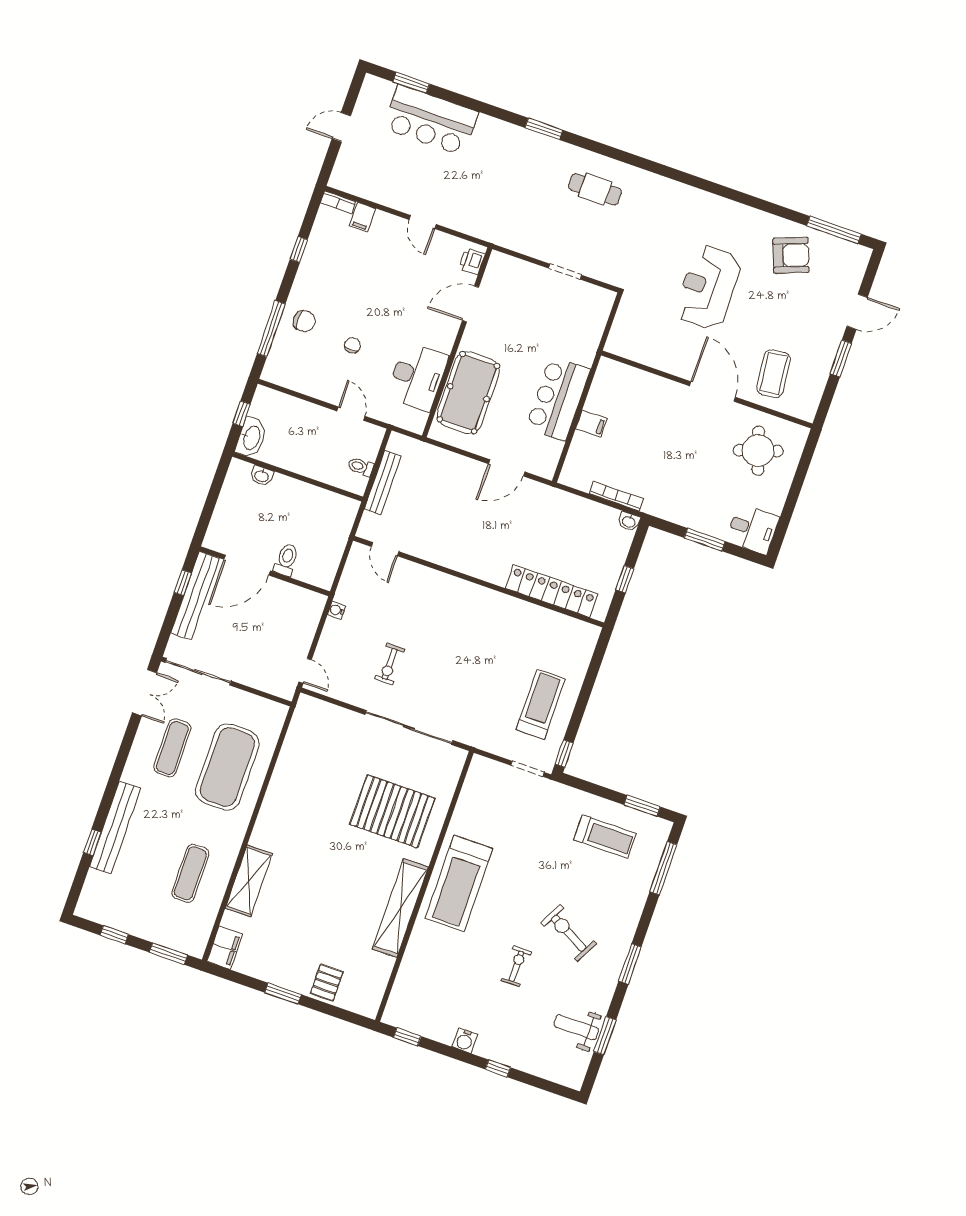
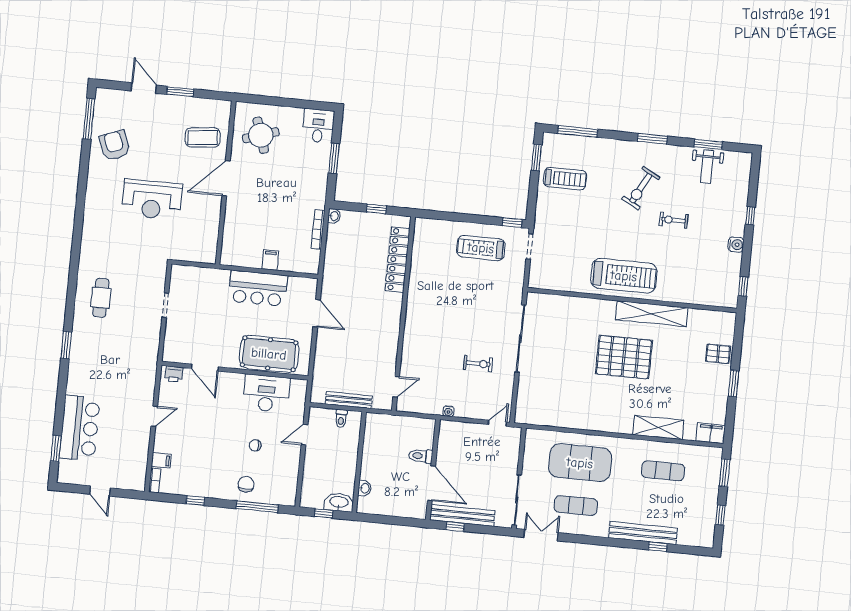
pallet: (392, 811) -> (624, 357), moved, turned 90
treadmill: (605, 837) -> (565, 179), turned 90

